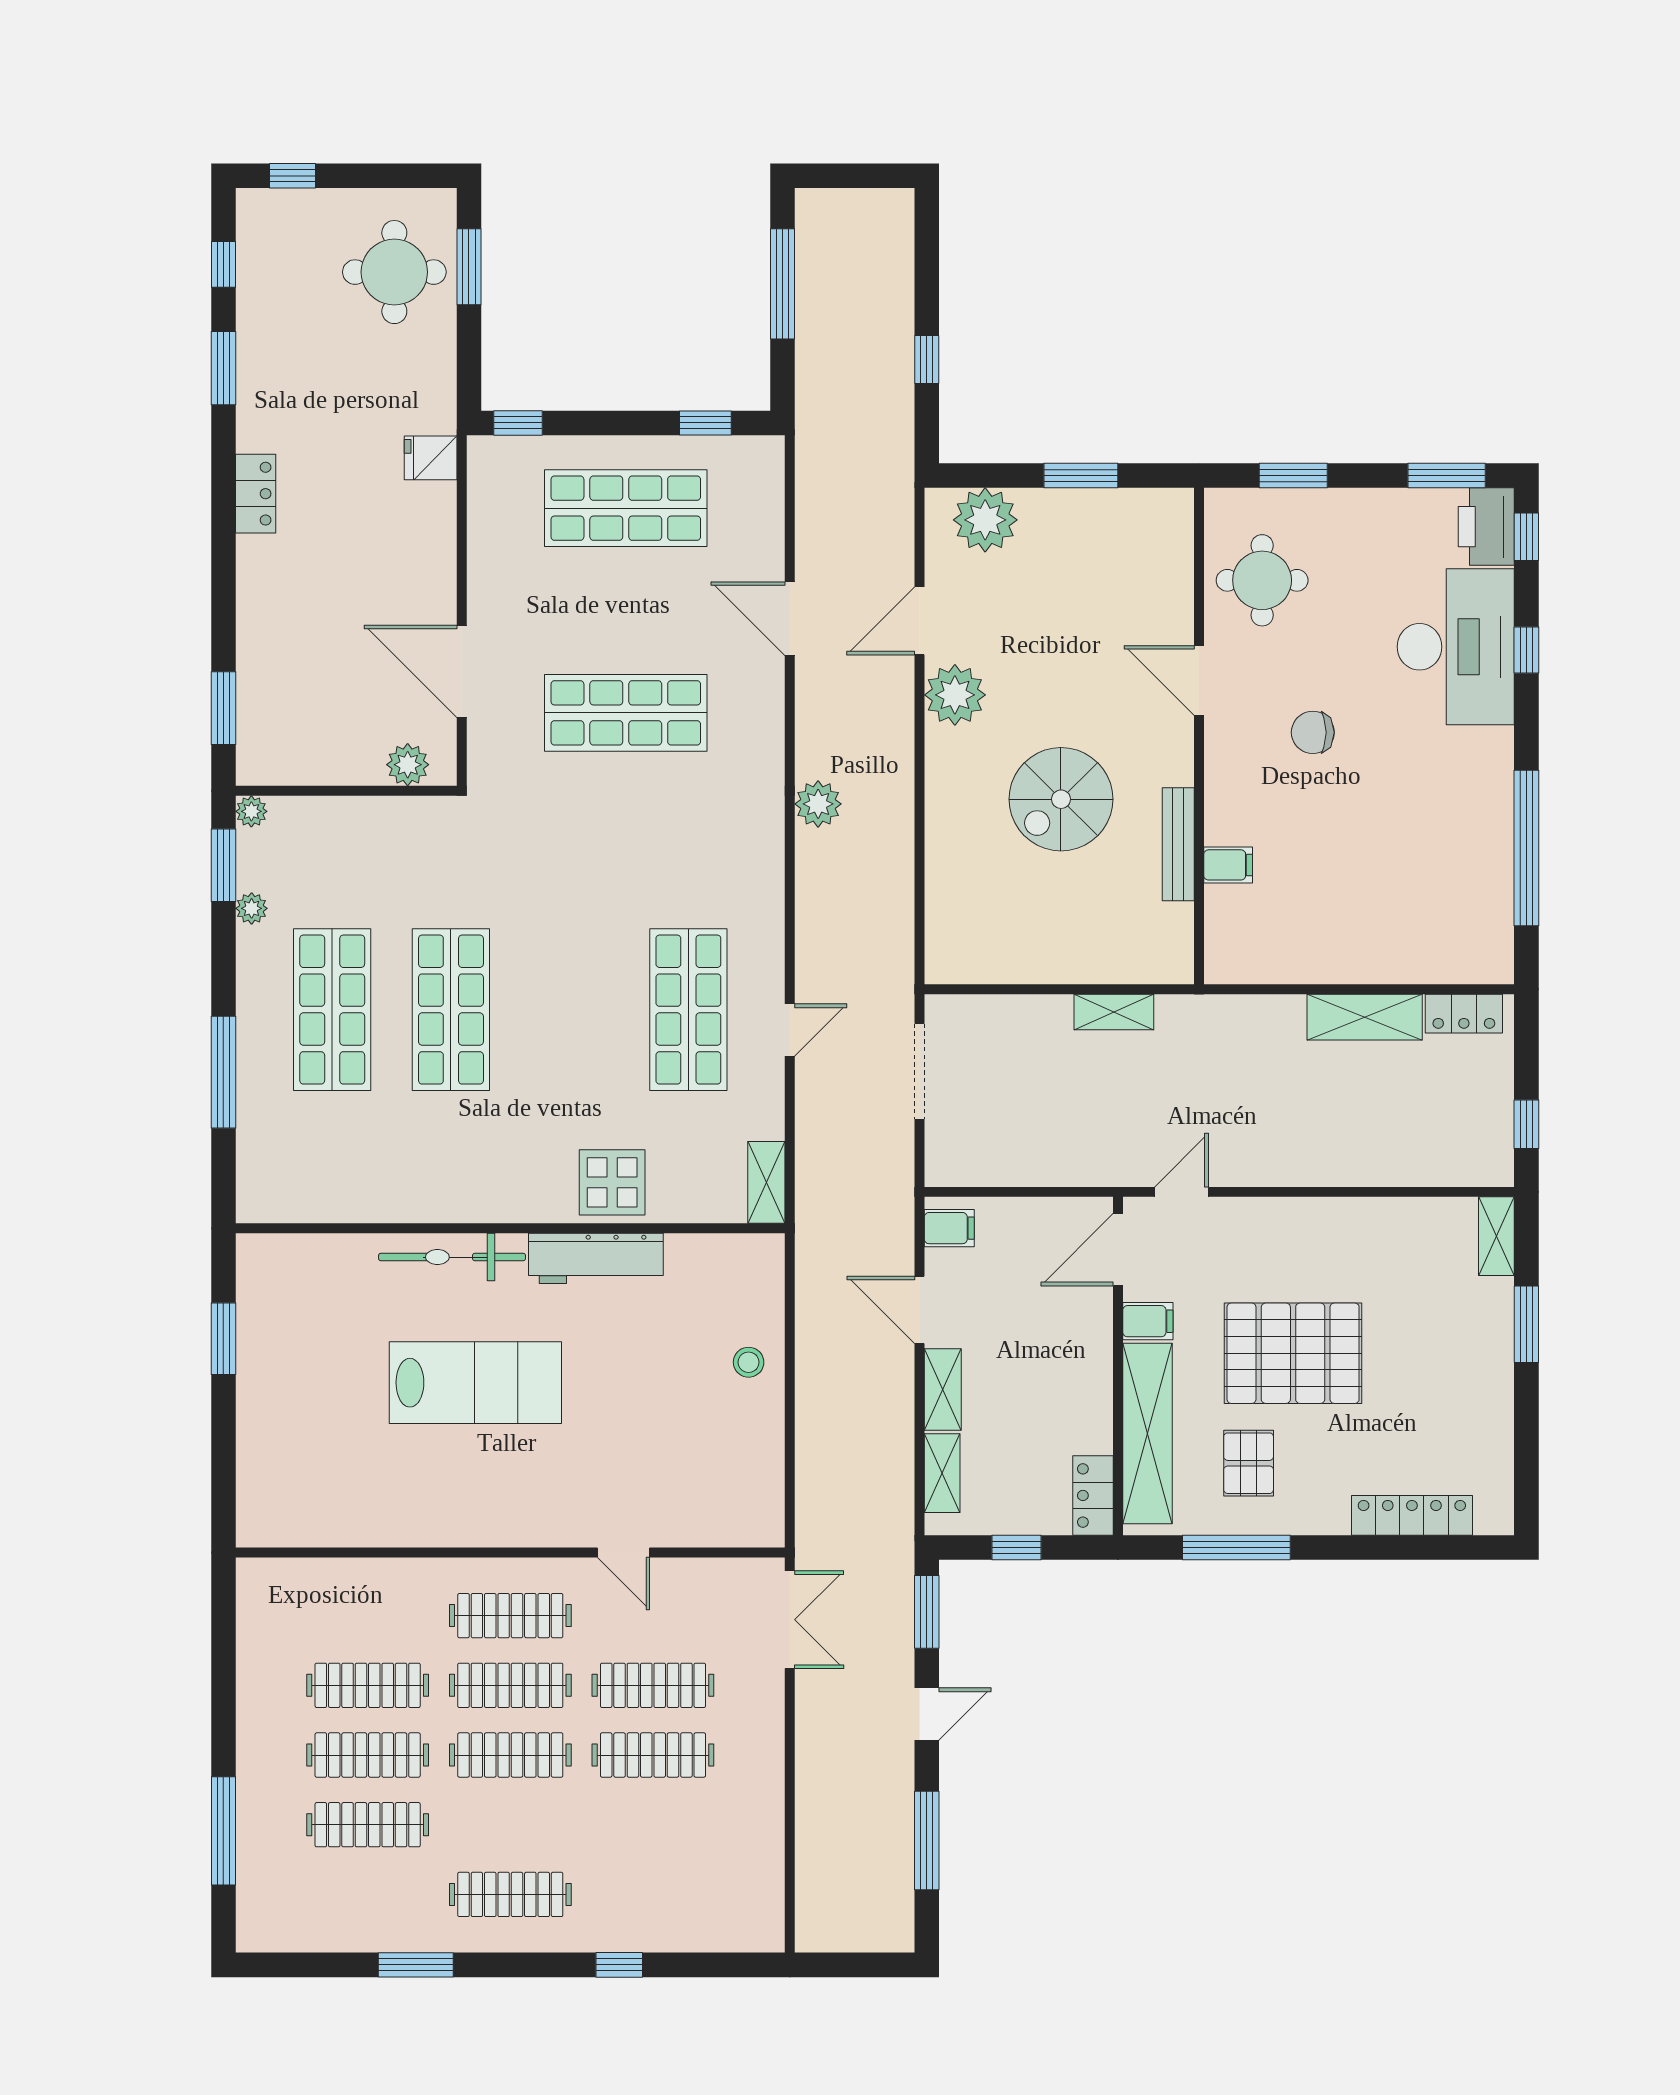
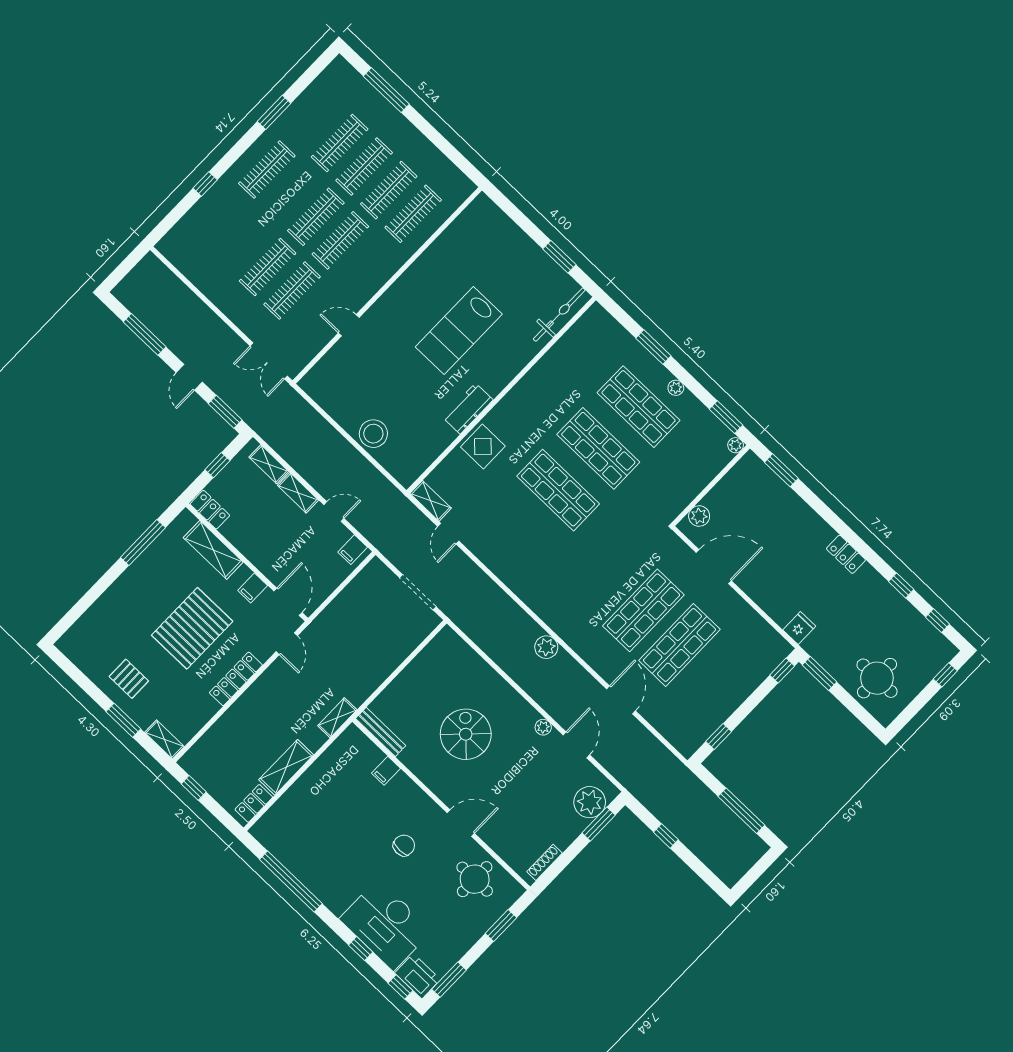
window: (469, 267) -> (819, 673), moved
window: (223, 368) -> (901, 585), width x0.67
window: (1081, 476) -> (599, 824), moved
shoe rack: (1138, 501) -> (544, 862), added
shop shelf: (626, 508) -> (680, 645), moved
door: (790, 619) -> (621, 700), hinge flipped
plant: (955, 695) -> (543, 727), width x0.53, depth x0.53
bench: (1178, 844) -> (381, 732), moved
plant: (252, 908) -> (676, 388), moved
shop shelf: (688, 1010) -> (558, 490), moved
shelving: (1114, 1012) -> (337, 718), moved
door: (790, 1030) -> (448, 534), moved
window: (223, 1072) -> (653, 347), width x0.69
bicycle: (452, 1257) -> (559, 315), moved
workbench: (596, 1258) -> (468, 409), width x0.73
door: (919, 1310) -> (334, 511), width x0.73
stool: (749, 1362) -> (373, 434), width x1.89, depth x1.89
shelving: (1148, 1434) -> (213, 550), width x0.68
pallet: (1249, 1463) -> (129, 679), moved
locker: (1412, 1515) -> (236, 679), moved, turned 180
clothes rail: (510, 1616) -> (413, 214), moved

